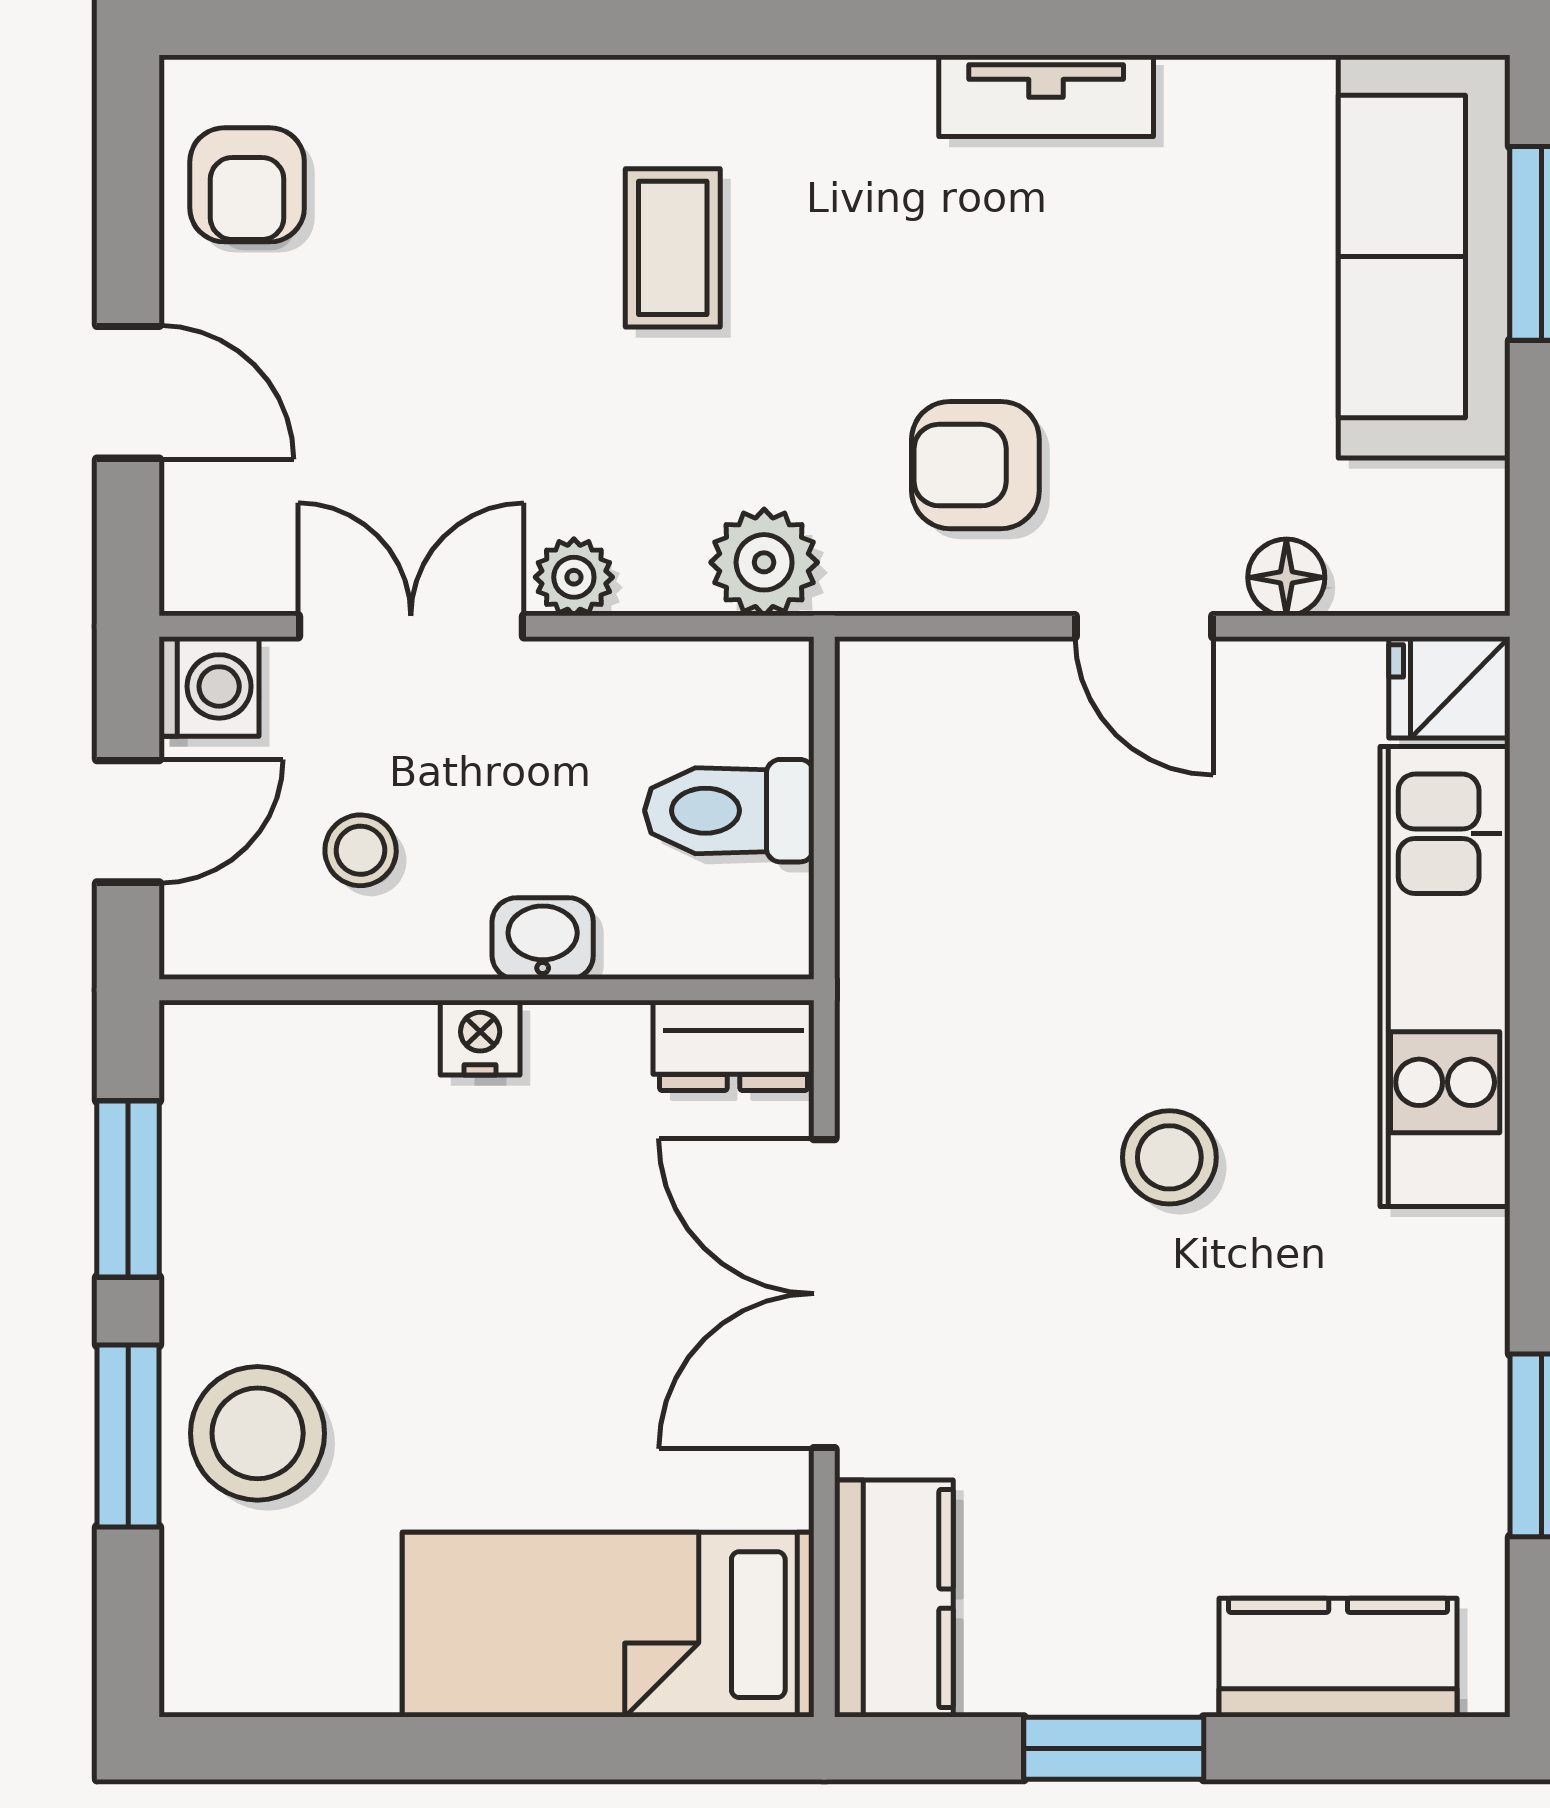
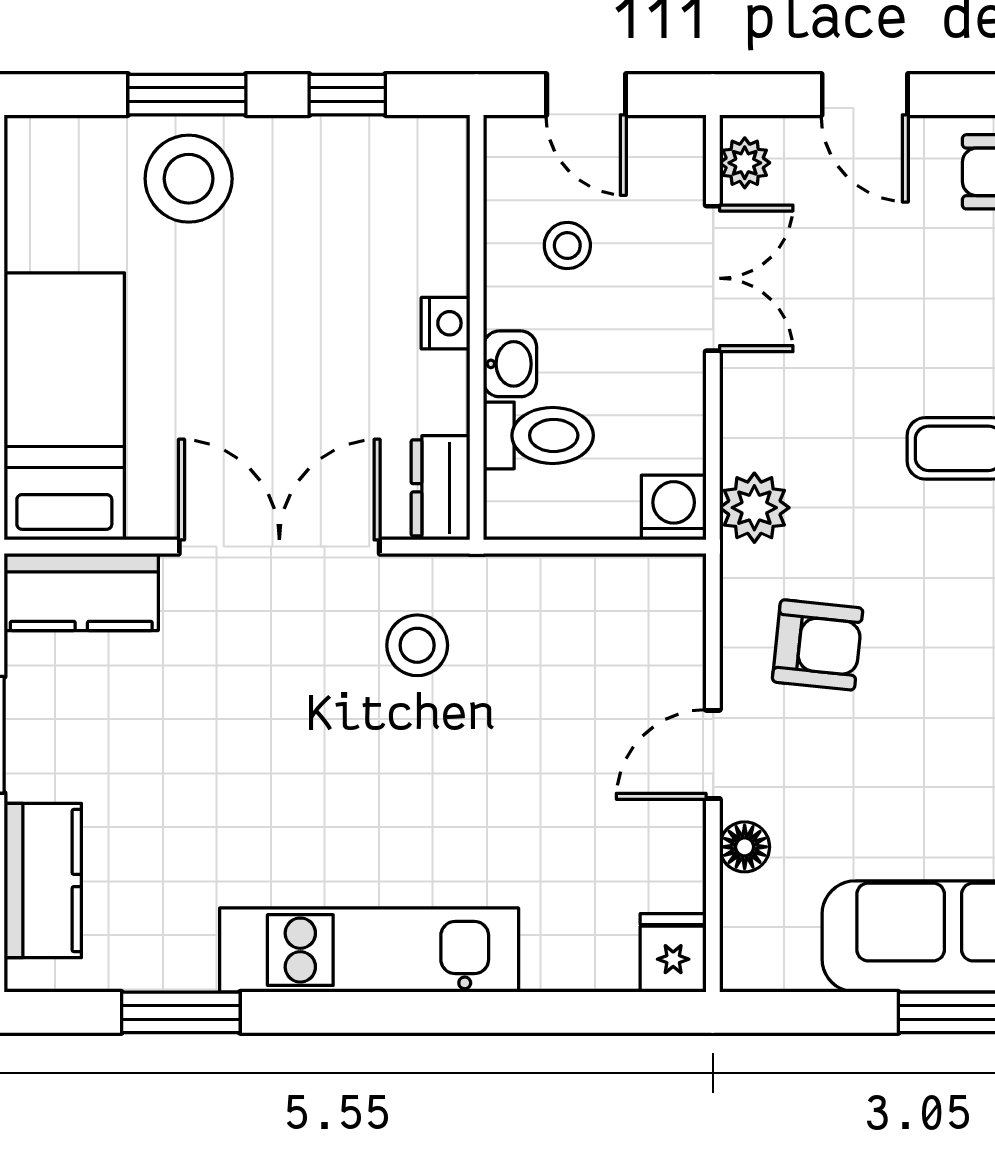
door: (128, 392) -> (865, 95), hinge flipped
armchair: (975, 465) -> (818, 645), turned 96
plant: (574, 577) -> (745, 163), moved
washing machine: (209, 686) -> (674, 508), moved, turned 180
toilet: (729, 811) -> (538, 435), moved, turned 90
kitchen unit: (1445, 976) -> (369, 950), moved
stool: (1169, 1157) -> (417, 645), moved
window: (128, 1189) -> (347, 95), width x0.67

